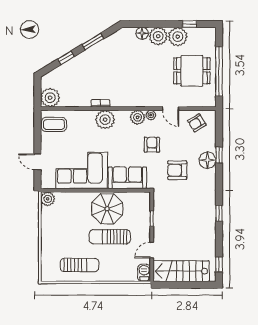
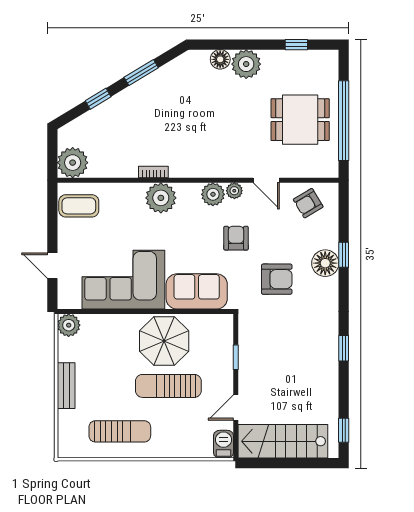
plant: (178, 37) -> (278, 65), removed
armchair: (177, 170) -> (277, 279), turned 180
bench: (46, 237) -> (66, 386), added

